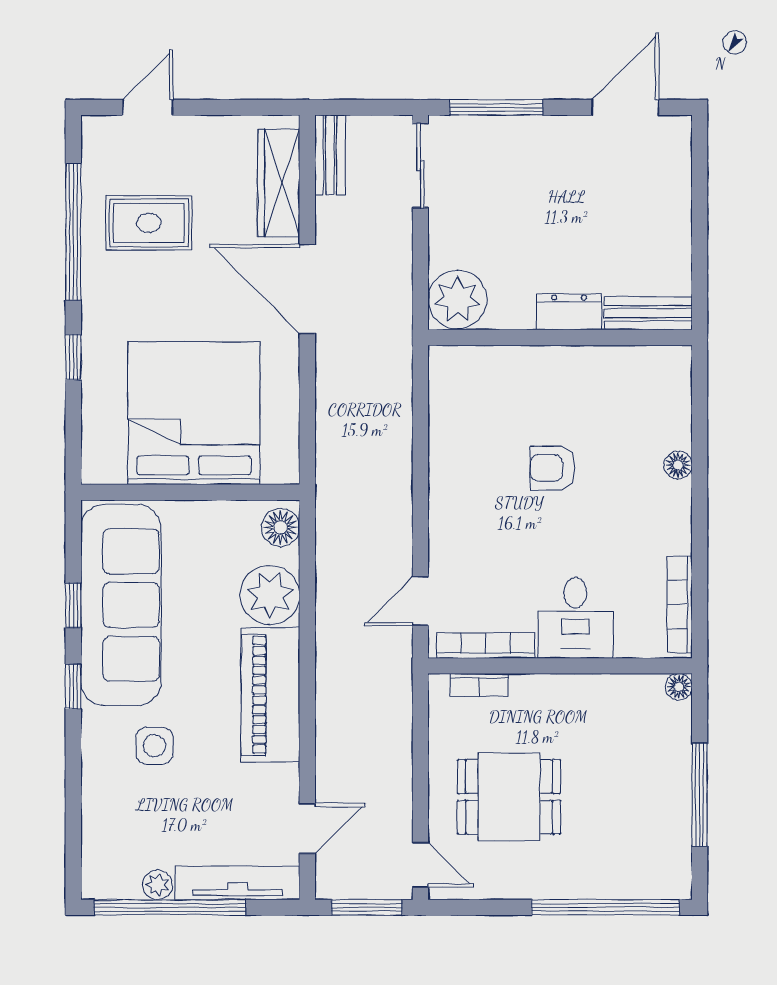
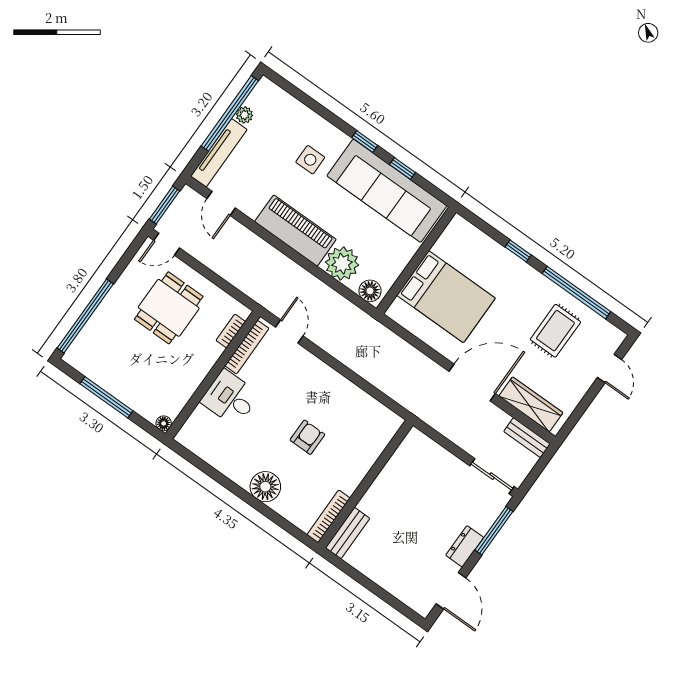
plant: (457, 300) -> (417, 449), removed
dresser: (569, 312) -> (465, 546), moved, turned 180
bed: (194, 413) -> (446, 297), width x0.73
floor lamp: (678, 465) -> (265, 487), width x1.89, depth x1.89
bookcase: (680, 605) -> (329, 516), moved, turned -90

